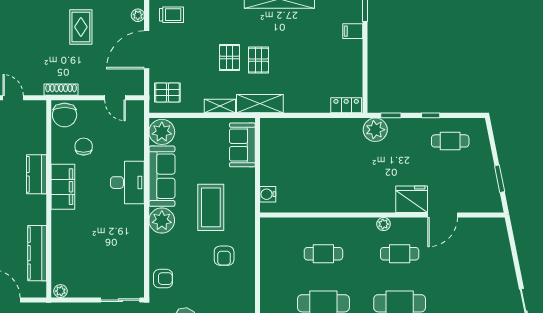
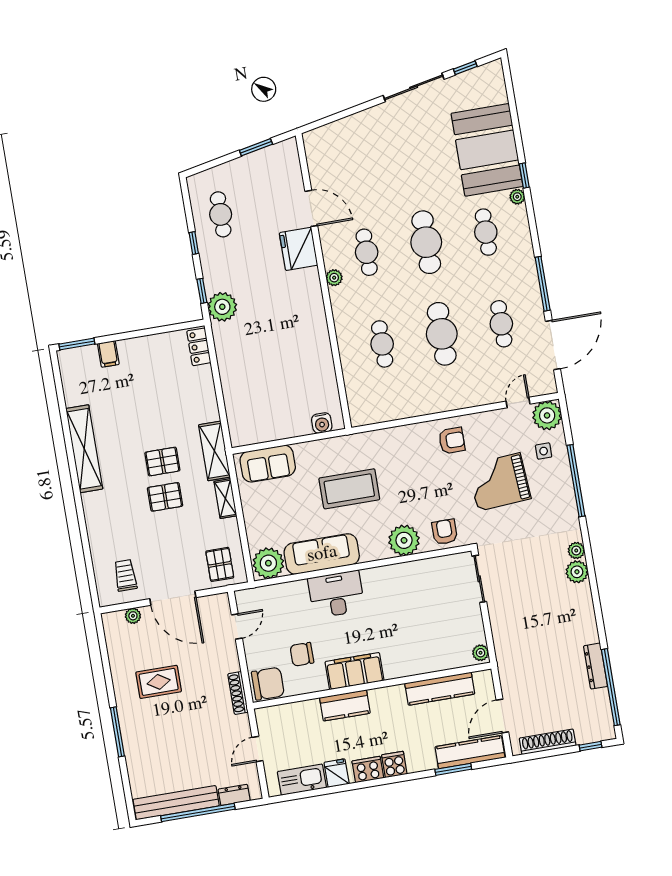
plant: (162, 220) -> (404, 540), moved
armchair: (224, 256) -> (452, 441), moved

